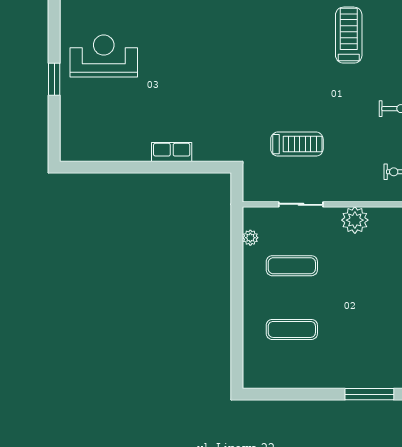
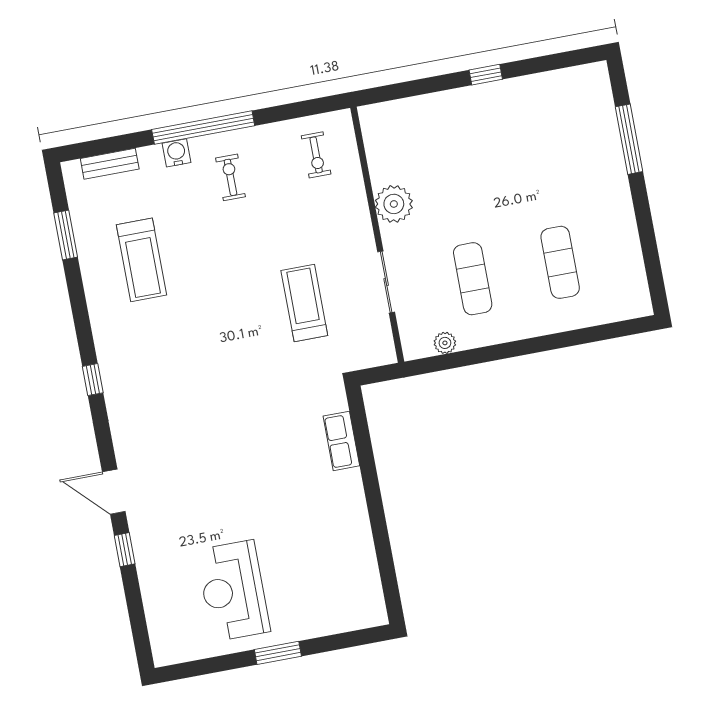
treadmill: (349, 35) -> (141, 260), turned -90
row of seats: (172, 152) -> (341, 441), moved

